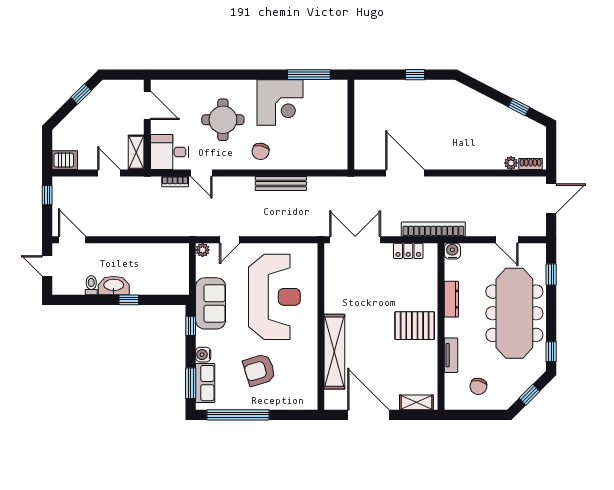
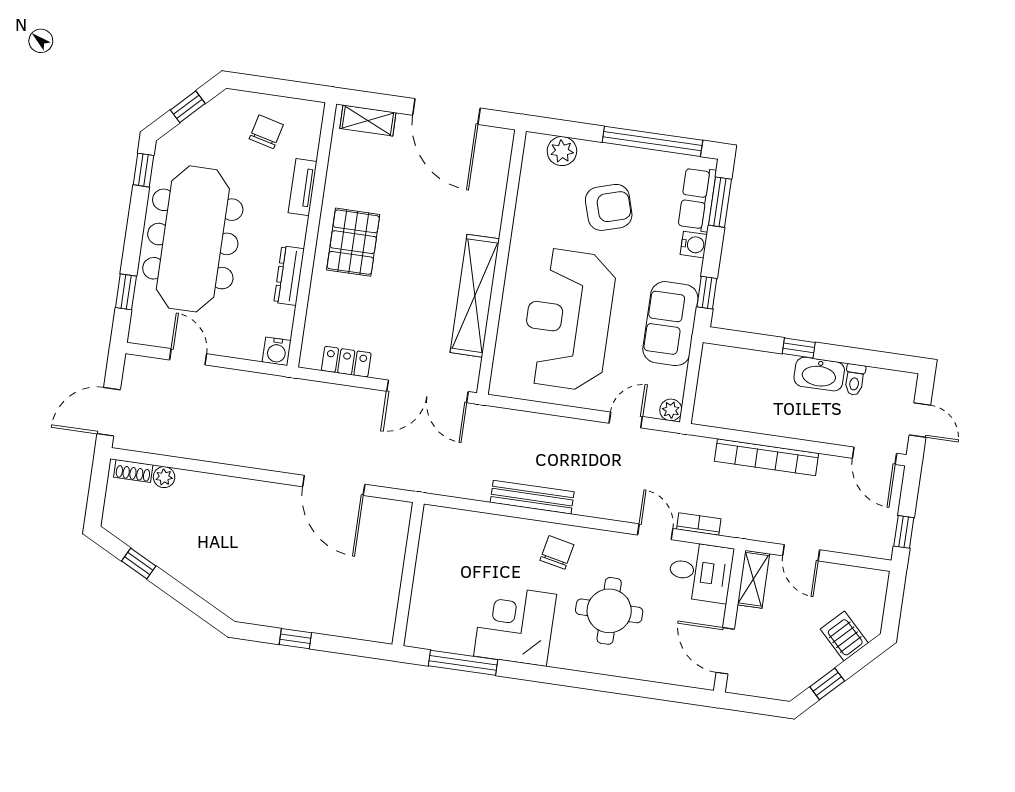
server rack: (65, 160) -> (844, 636), moved, turned 45
bookcase: (433, 229) -> (767, 457), moved
pallet: (415, 326) -> (353, 242), turned 90
shelving: (334, 352) -> (475, 296), moved
plant: (293, 401) -> (562, 151), added

